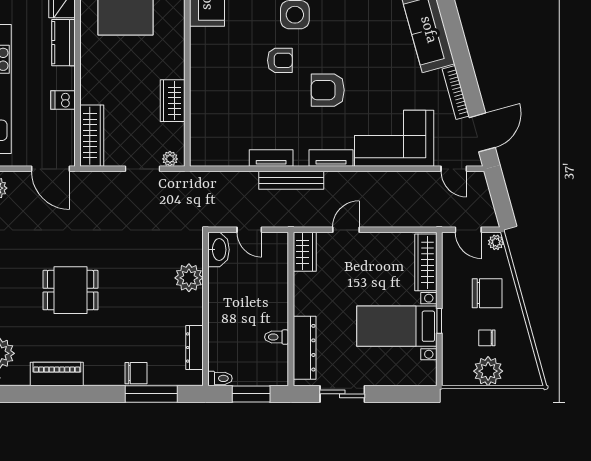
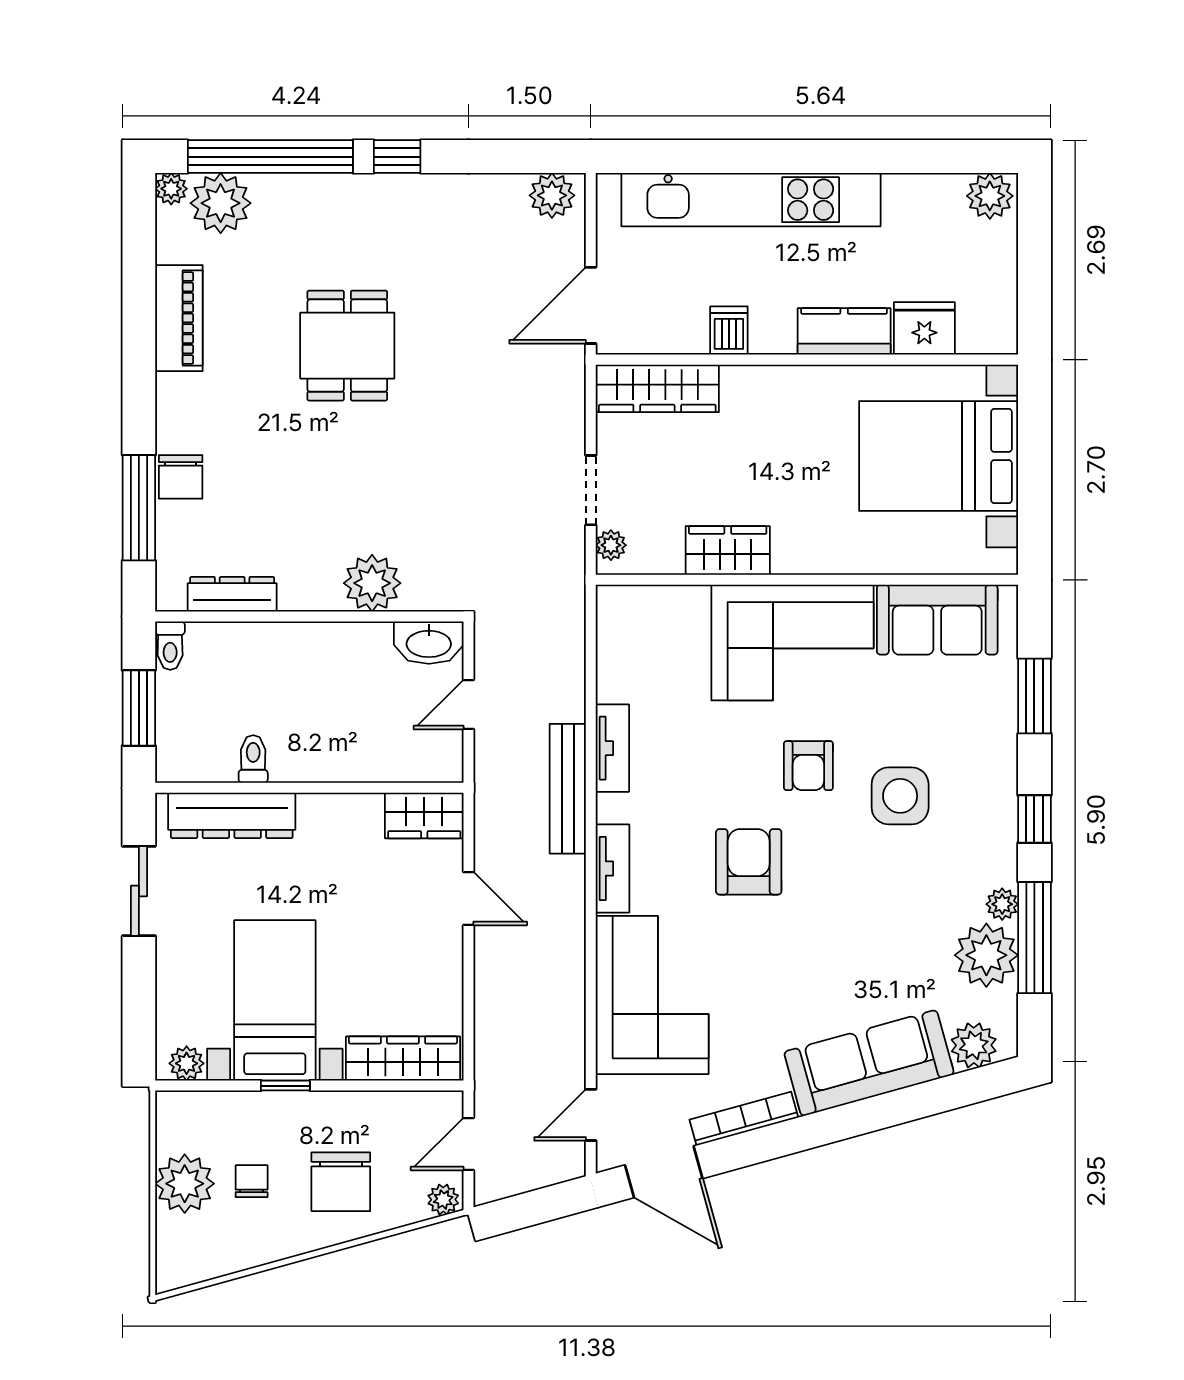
corner sofa: (219, 68) -> (792, 643), added
plant: (428, 370) -> (187, 1063), added

